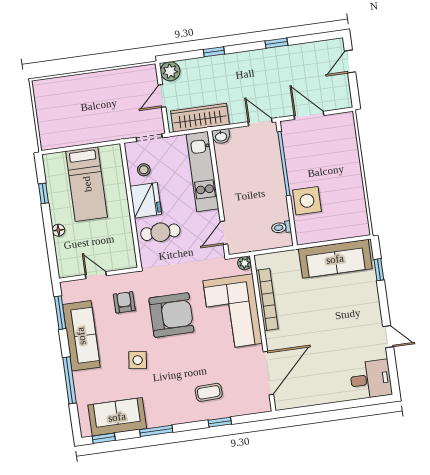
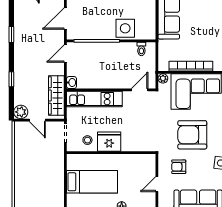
cafe table: (160, 232) -> (133, 134), removed
door: (224, 233) -> (140, 90), swing flipped
armchair: (171, 315) -> (192, 135), turned -90

